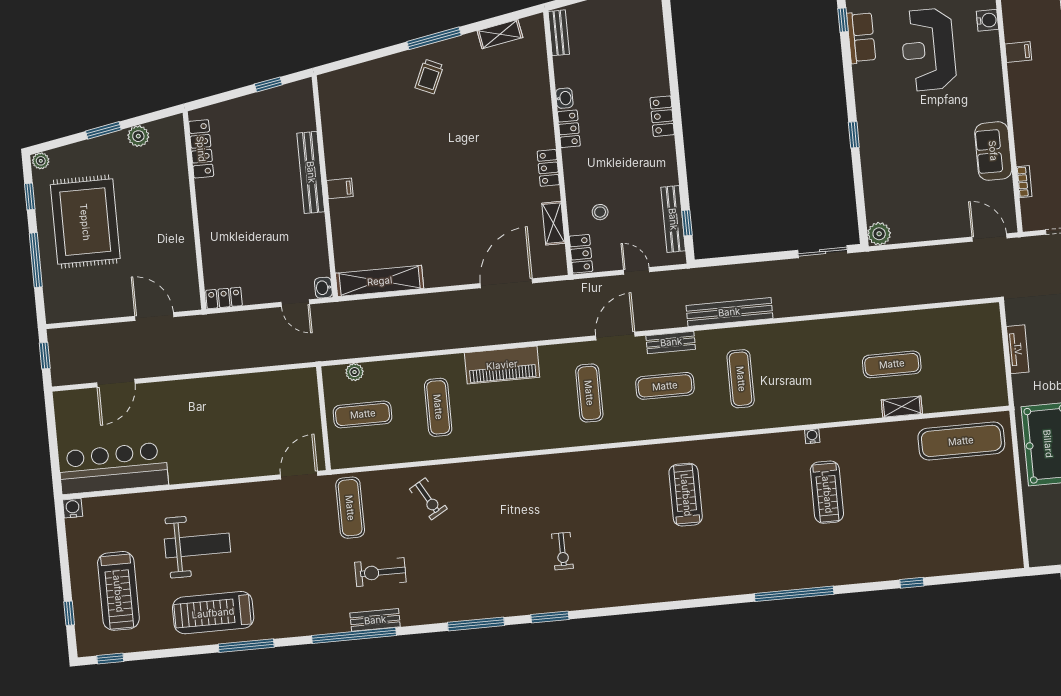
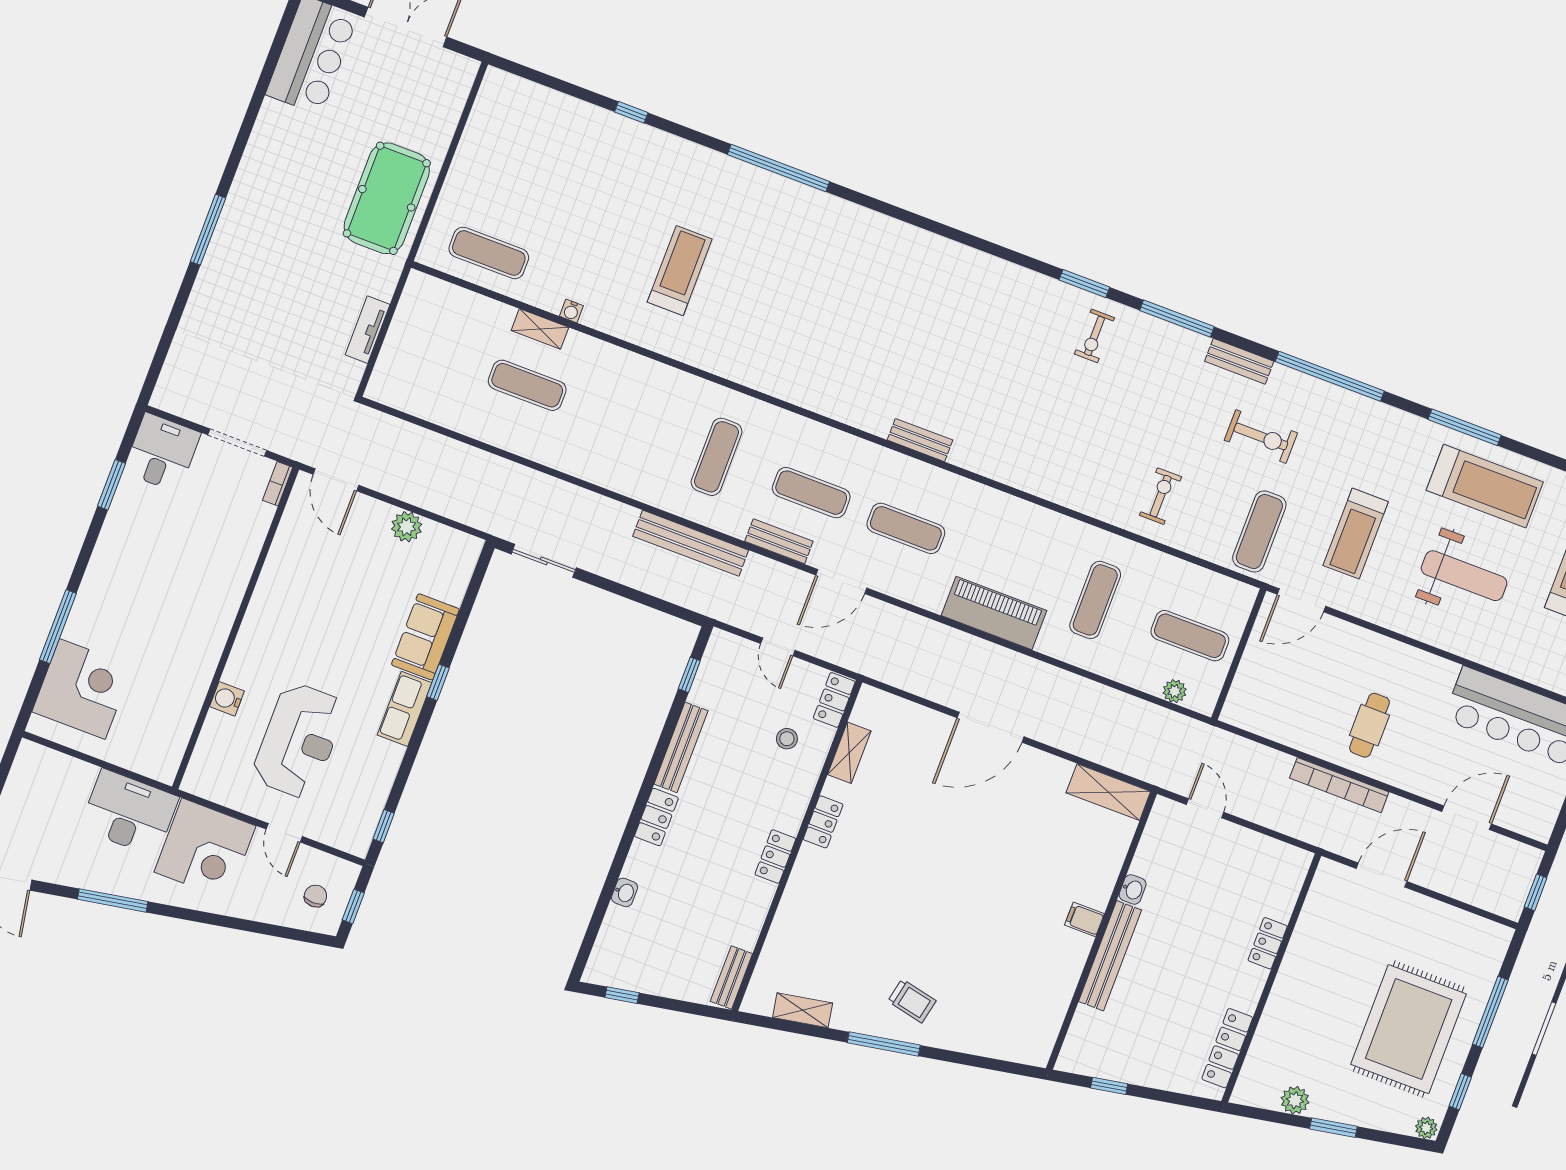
water cooler: (987, 20) -> (227, 699), moved
row of seats: (861, 37) -> (404, 709), moved
filing cabinet: (1018, 52) -> (193, 685), removed
trolley: (429, 77) -> (912, 1001), turned 78
washbasin: (564, 98) -> (625, 892), moved, turned 180
sofa: (993, 151) -> (425, 637), moved, turned 180
bookcase: (1024, 182) -> (278, 484), moved
bench: (673, 219) -> (681, 747), moved
plant: (879, 234) -> (407, 527), moved
shelving: (380, 281) -> (1108, 792), width x0.68
door: (506, 283) -> (991, 727), moved
washbasin: (323, 288) -> (1133, 889), moved
locker: (224, 298) -> (1268, 943), moved, turned 90
door: (154, 316) -> (1382, 875), swing flipped
bookcase: (213, 363) -> (1339, 785), added
exercise mat: (589, 393) -> (906, 528), turned 90
cafe table: (212, 413) -> (1370, 725), added
water cooler: (812, 436) -> (571, 311), moved
exercise mat: (961, 441) -> (489, 253), width x0.73, depth x0.69
bench: (609, 457) -> (920, 440), added
treadmill: (686, 495) -> (1356, 534), moved
exercise bike: (428, 499) -> (1161, 496), turned 30
weight bench: (198, 545) -> (1464, 576), turned 180
exercise bike: (562, 551) -> (1095, 336), moved, turned 180
bench: (375, 620) -> (1239, 361), moved

